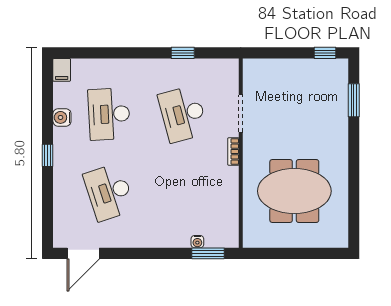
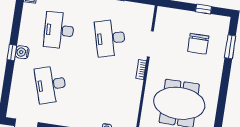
window: (325, 53) -> (204, 9), moved
chair: (308, 103) -> (198, 44), added
water cooler: (62, 117) -> (22, 52), moved

